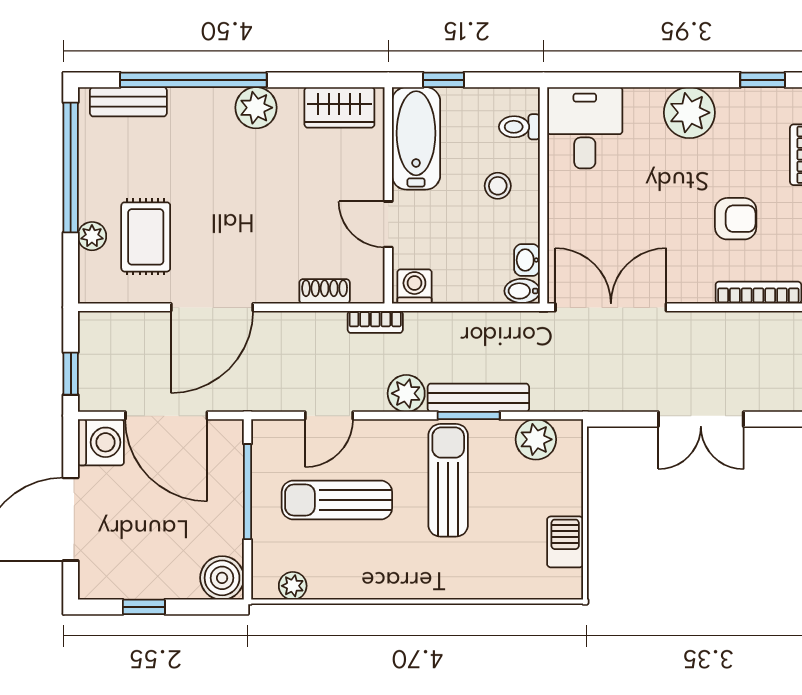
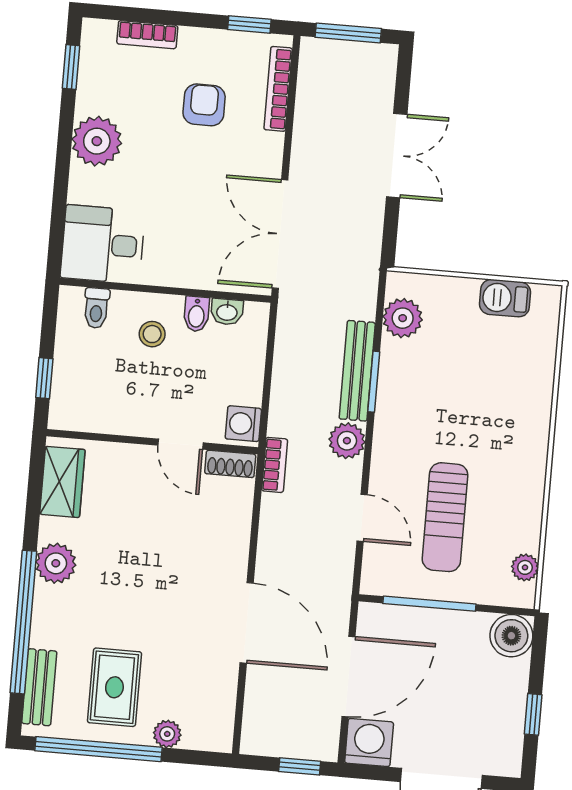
bathtub: (416, 138) -> (99, 410), removed
door: (388, 224) -> (181, 444), hinge flipped
rug: (146, 237) -> (114, 687), moved, turned 90
shoe rack: (325, 291) -> (230, 464), moved, turned -90
bidet: (522, 291) -> (196, 314), moved
sun lounger: (448, 480) -> (435, 407), removed

